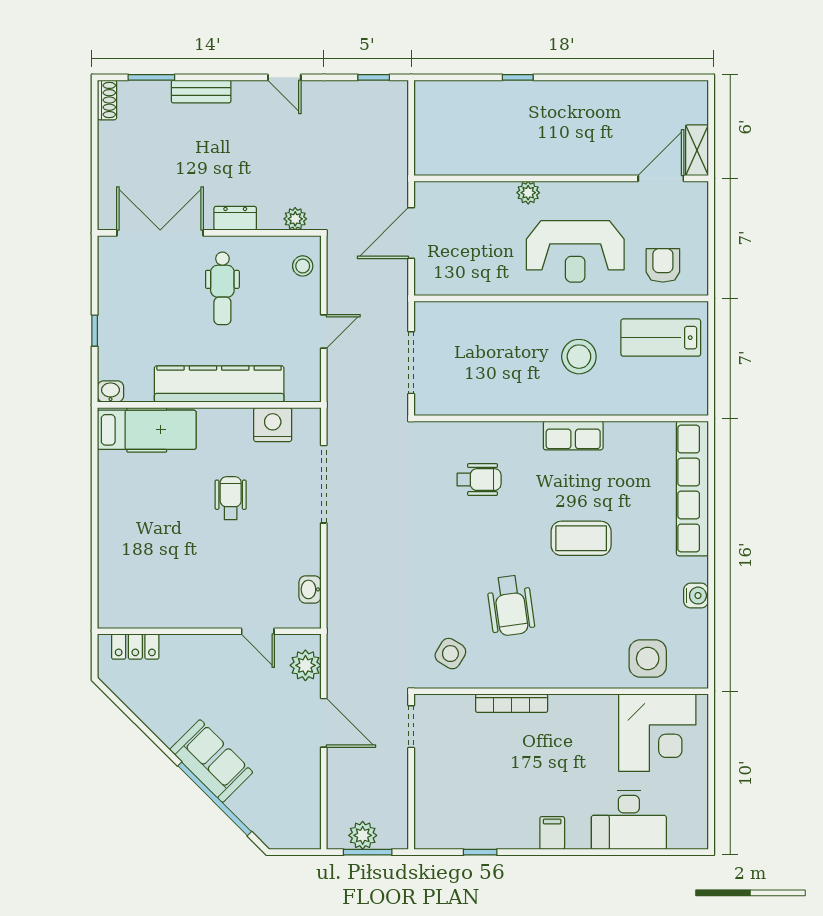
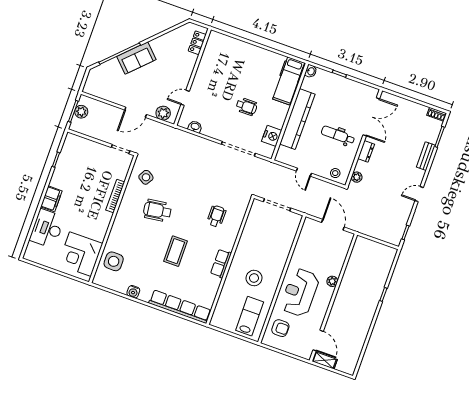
wheelchair: (479, 480) -> (216, 216), turned 180
filing cabinet: (552, 833) -> (51, 199), width x2.00

